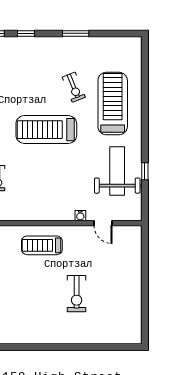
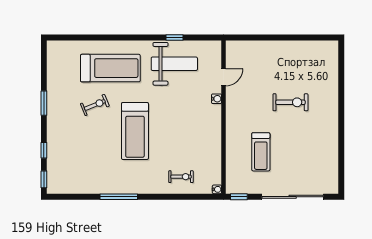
treadmill: (113, 104) -> (110, 68), turned 180
weight bench: (117, 171) -> (174, 64), turned 180
treadmill: (42, 245) -> (261, 152), moved

